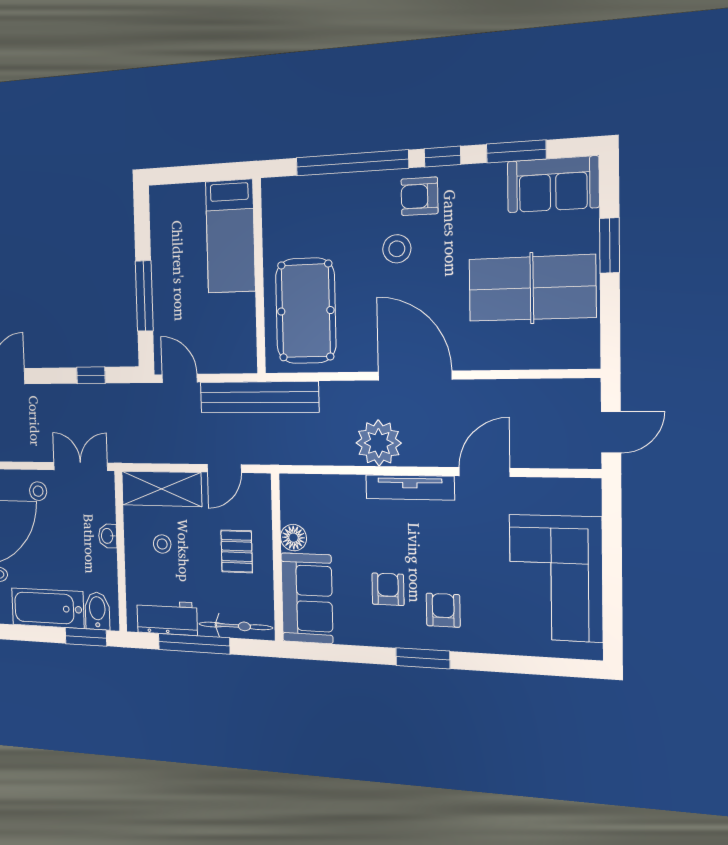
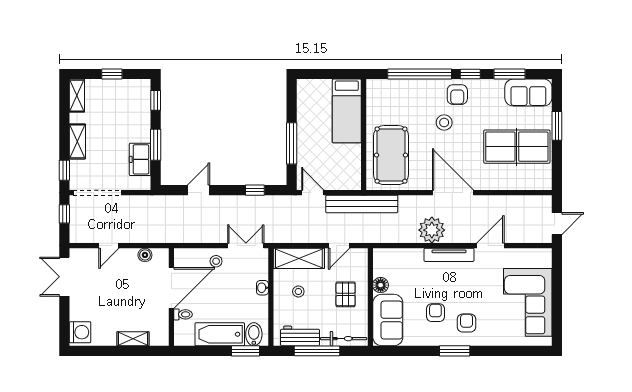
armchair: (420, 196) -> (457, 95), turned -90

